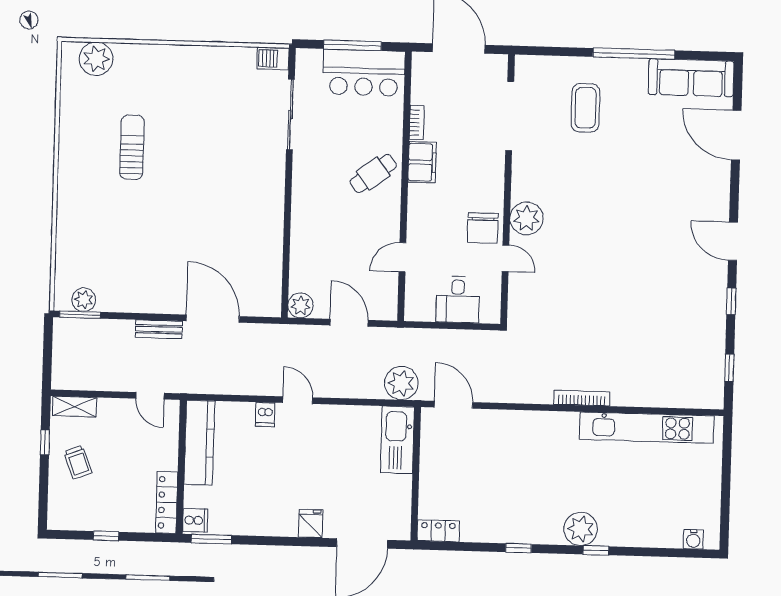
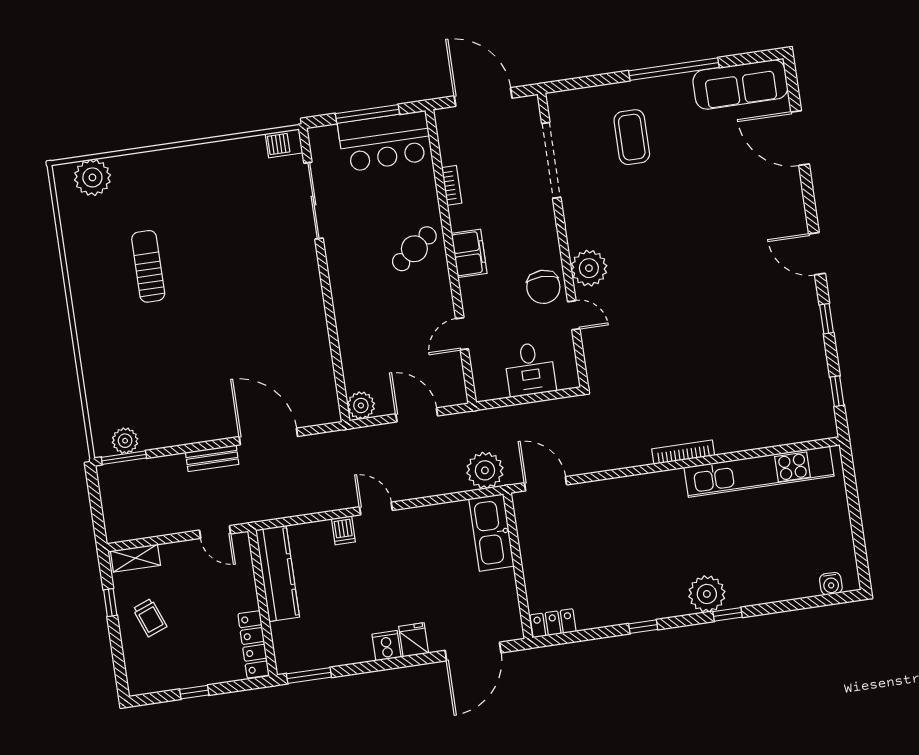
filing cabinet: (422, 162) -> (469, 253), moved
cooker: (195, 520) -> (387, 646), moved, turned -90

